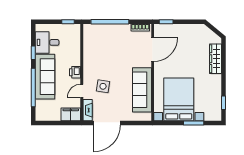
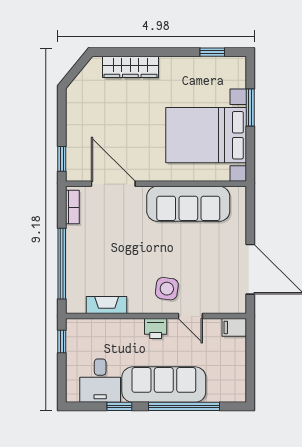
side table: (103, 86) -> (167, 289), moved
fireplace: (88, 110) -> (107, 305), moved
filing cabinet: (71, 114) -> (234, 327), width x0.50

